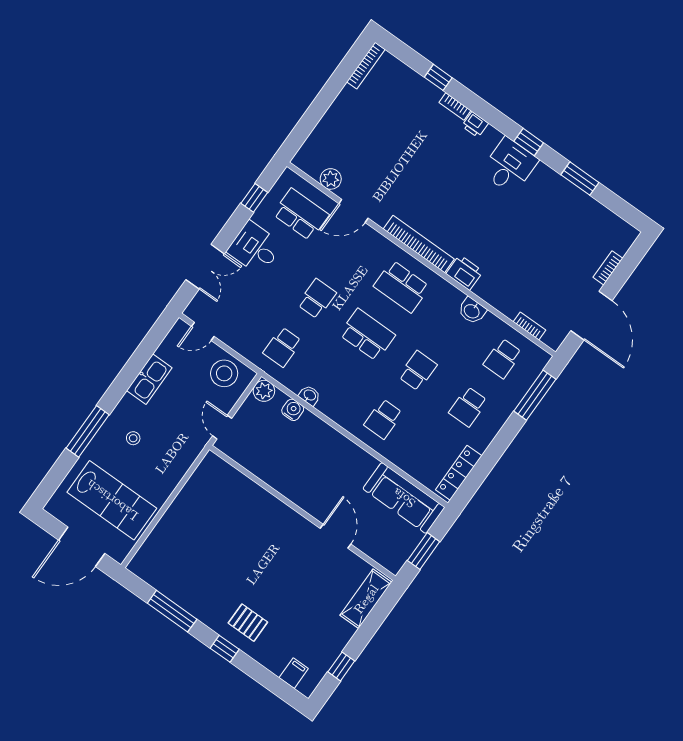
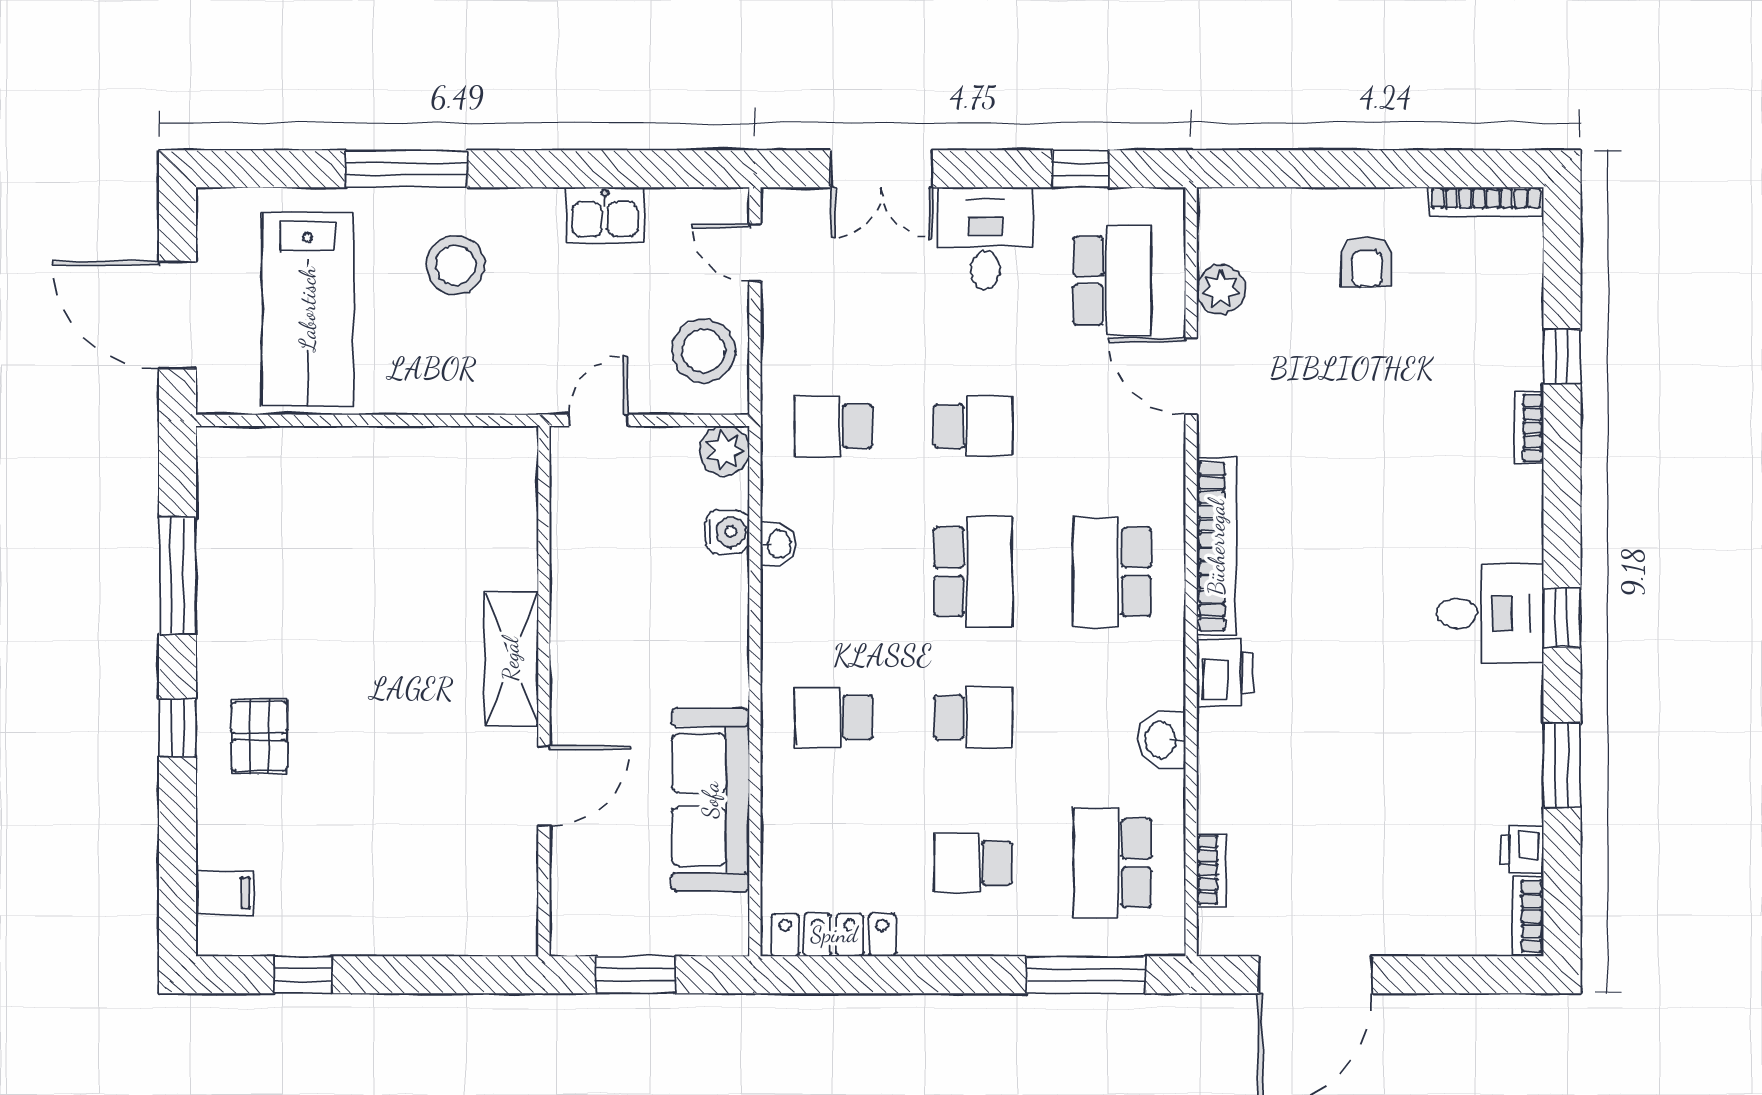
armchair: (357, 122) -> (1367, 262), added
printer: (475, 125) -> (1522, 850), moved
bookcase: (608, 268) -> (1528, 916), moved, turned -90
school desk: (503, 358) -> (1112, 863), width x1.85
kitchen sink: (149, 379) -> (605, 215), width x0.73
stool: (133, 438) -> (455, 265), width x1.89, depth x1.89
sofa: (404, 498) -> (711, 800), moved
shelving: (366, 599) -> (511, 659), moved, turned 90

